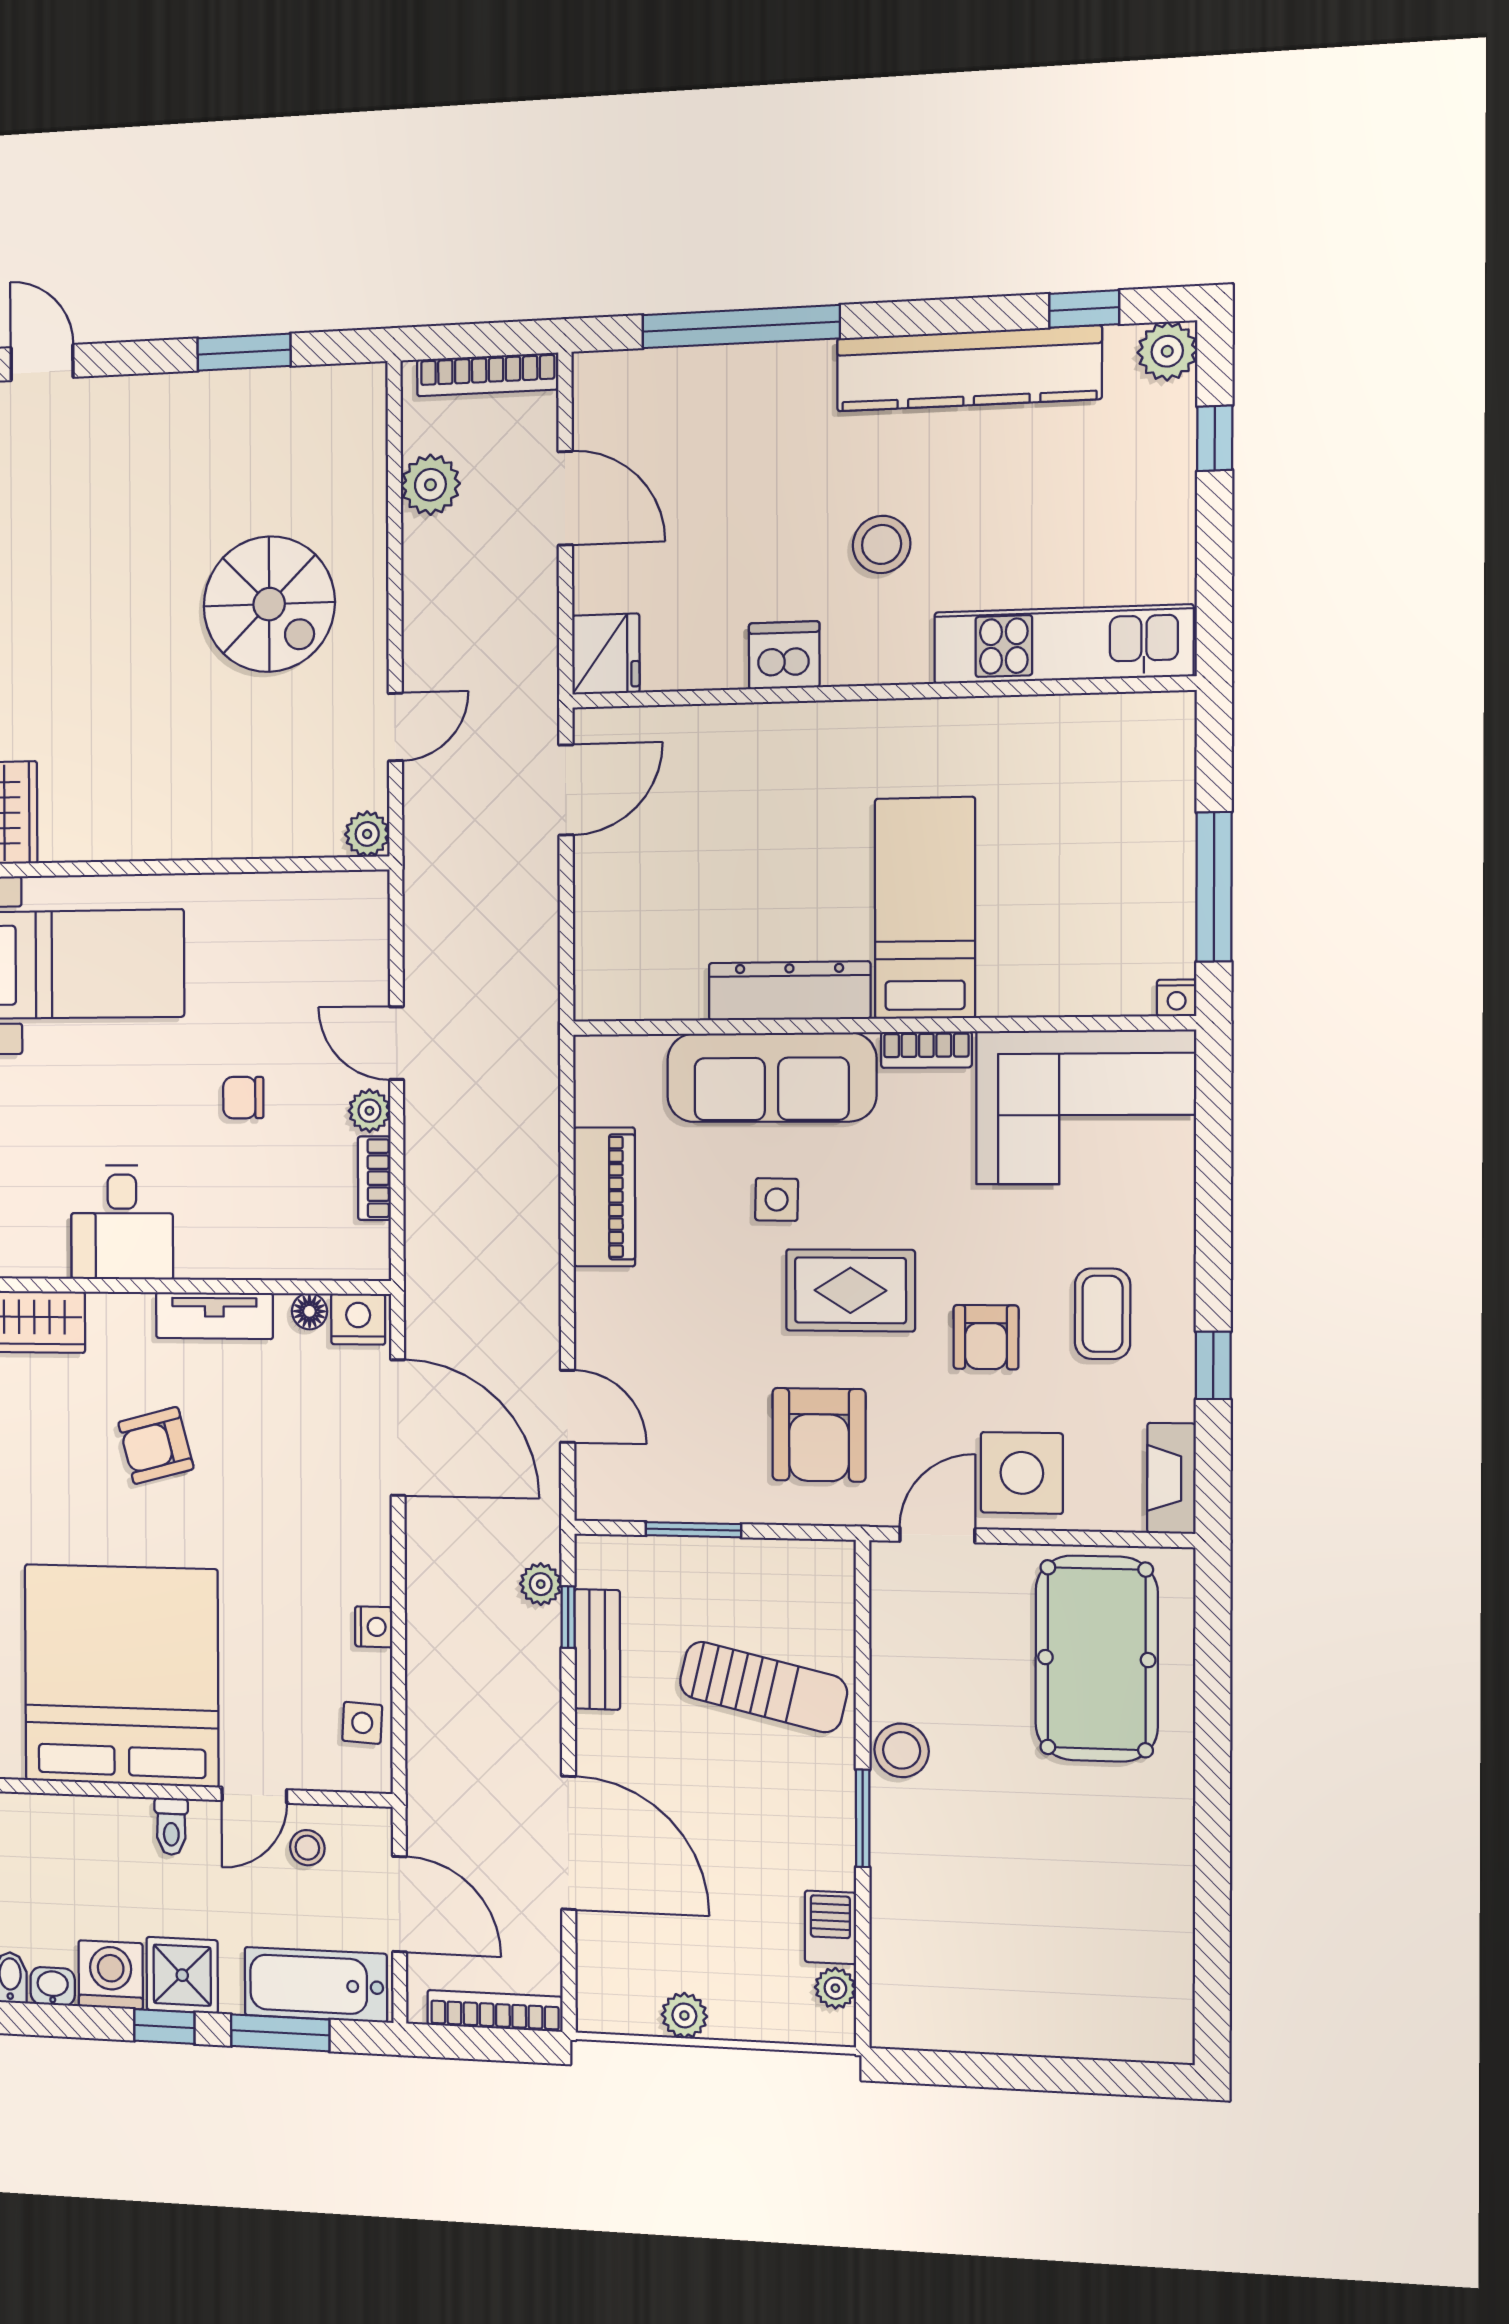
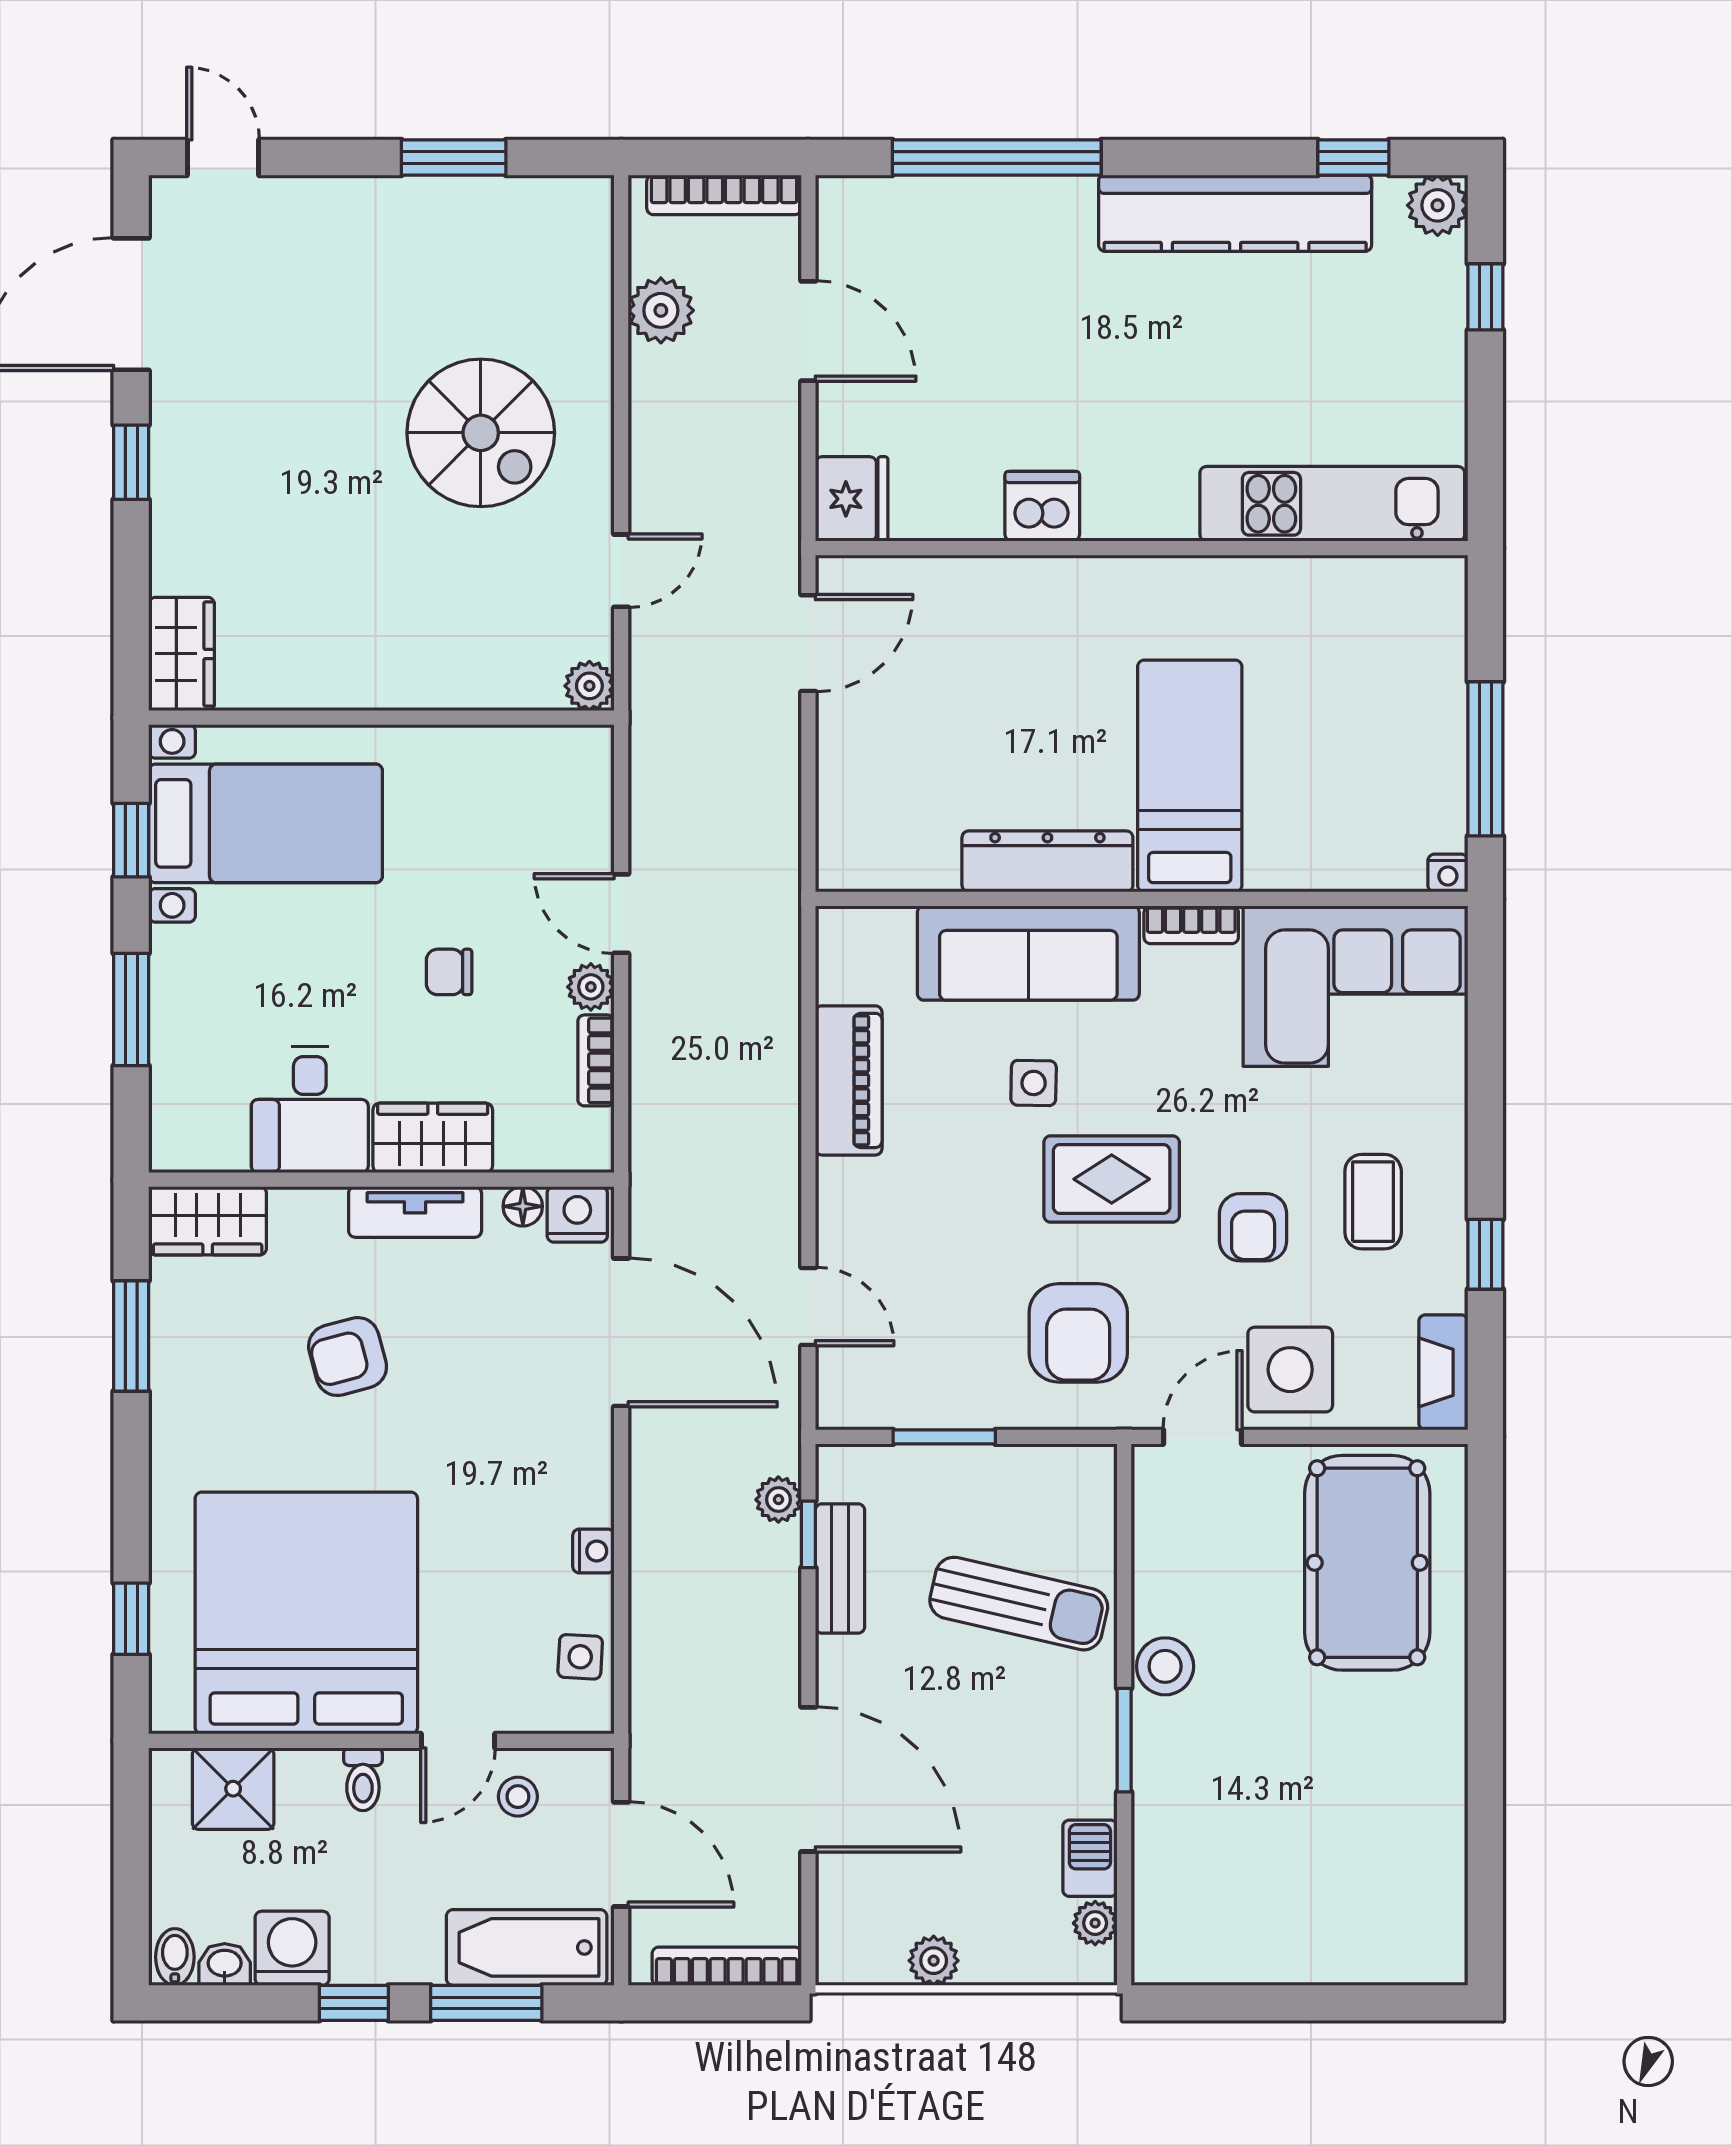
stool: (882, 544) -> (1145, 393), removed
wardrobe: (230, 1248) -> (433, 1138), added
shower: (182, 1975) -> (233, 1789), moved

